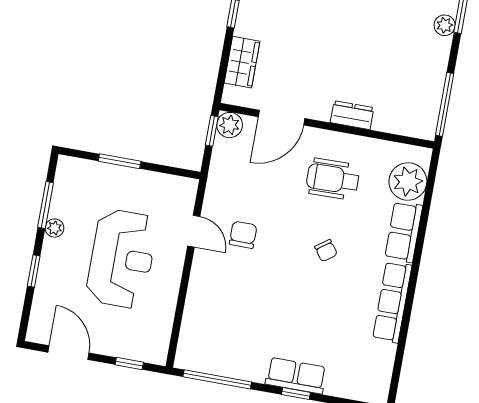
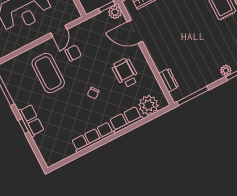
dresser: (352, 115) -> (169, 80), moved
coffee table: (244, 295) -> (48, 73), added

